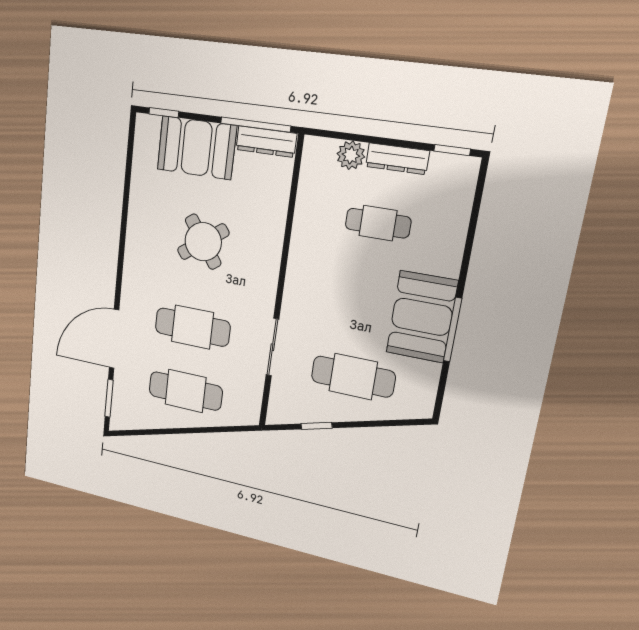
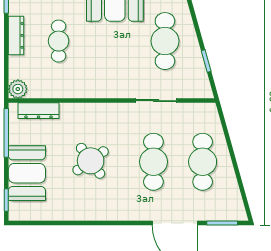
dresser: (266, 142) -> (39, 111), moved, turned 90
plant: (351, 155) -> (18, 89), moved

